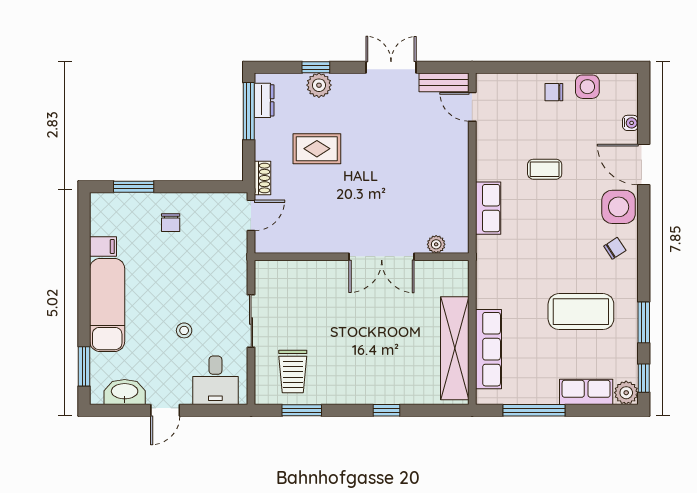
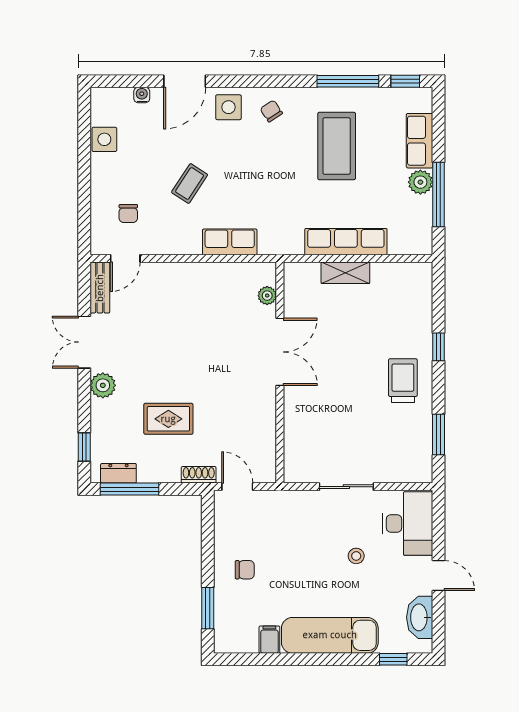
window: (316, 67) -> (84, 447), moved
plant: (319, 85) -> (103, 385), moved
chair: (554, 92) -> (128, 213), moved
rug: (317, 149) -> (168, 419), turned 90
coffee table: (545, 169) -> (190, 183), turned 33
side table: (619, 207) -> (228, 107), width x0.73, depth x0.73
window: (644, 322) -> (348, 81), width x1.44
shelving: (455, 348) -> (345, 273), width x0.45, depth x0.75
row of seats: (488, 349) -> (346, 242), moved
window: (84, 366) -> (393, 659), width x0.67
trolley: (293, 372) -> (403, 381), moved, turned -90
desk: (215, 380) -> (408, 523), width x1.37
plant: (626, 393) -> (420, 182), moved

